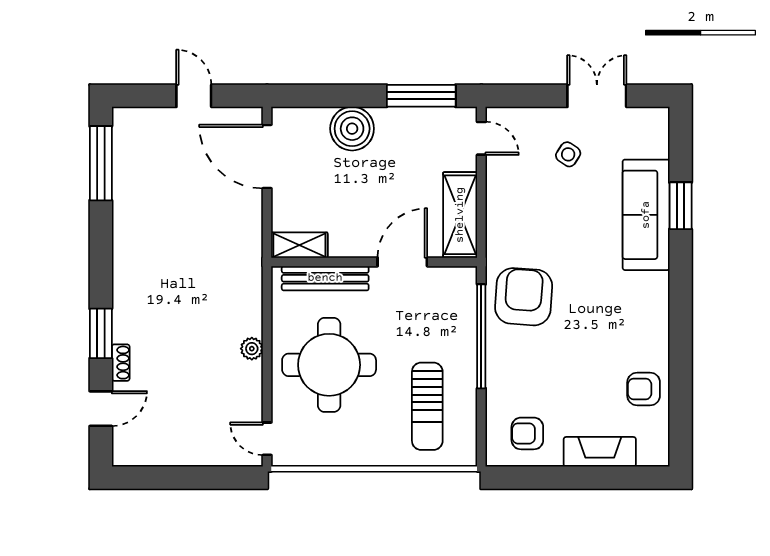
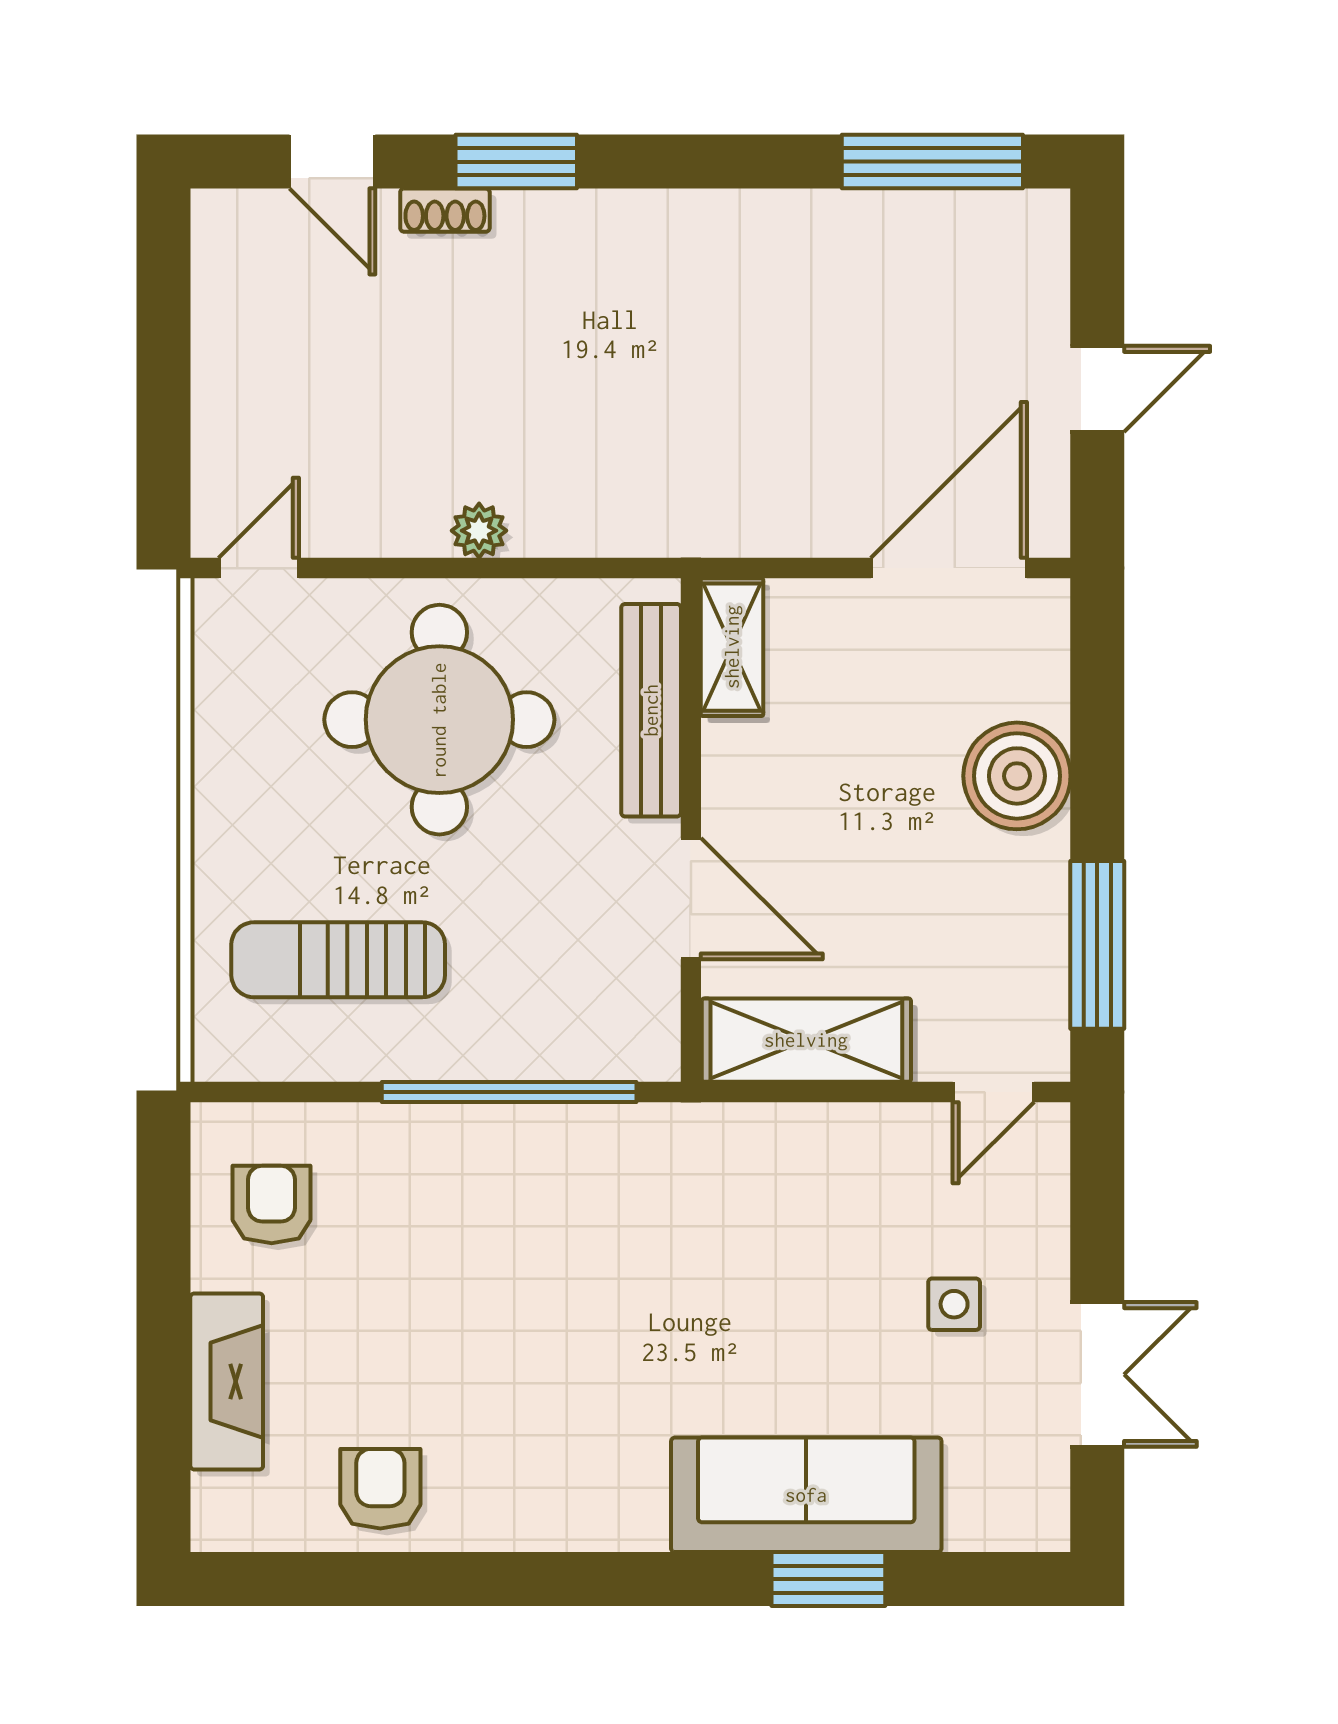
side table: (568, 154) -> (954, 1304), turned -34
armchair: (524, 297) -> (606, 1195), removed

